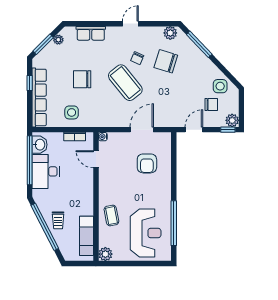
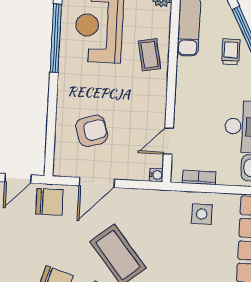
chair: (82, 79) -> (49, 202), moved
door: (96, 159) -> (168, 141), swing flipped
armchair: (147, 163) -> (92, 131), turned 73

